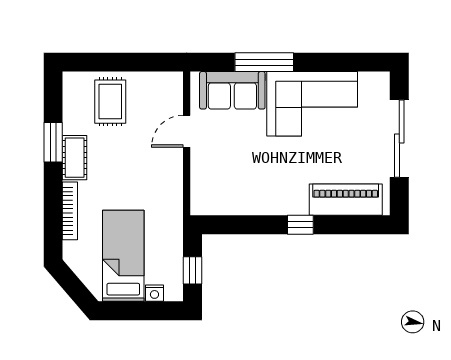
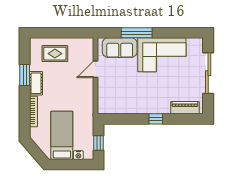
rug: (110, 102) -> (55, 54), turned 90
piano: (346, 200) -> (185, 108), width x0.73, depth x0.75

